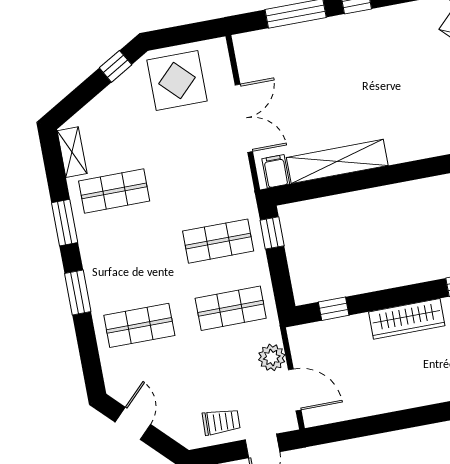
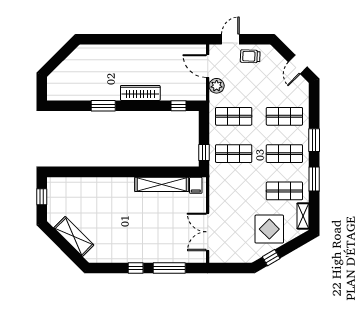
display table: (177, 81) -> (269, 229), moved
double door: (244, 118) -> (208, 232), moved
shop shelf: (127, 258) -> (284, 154), added

